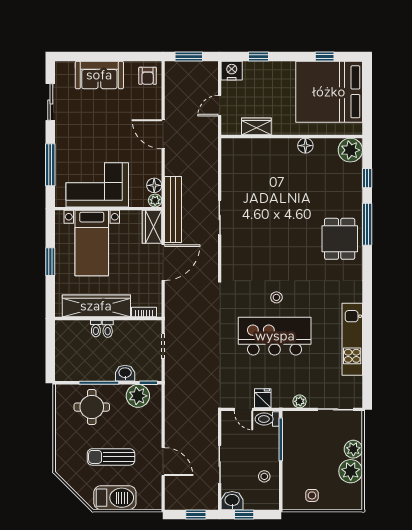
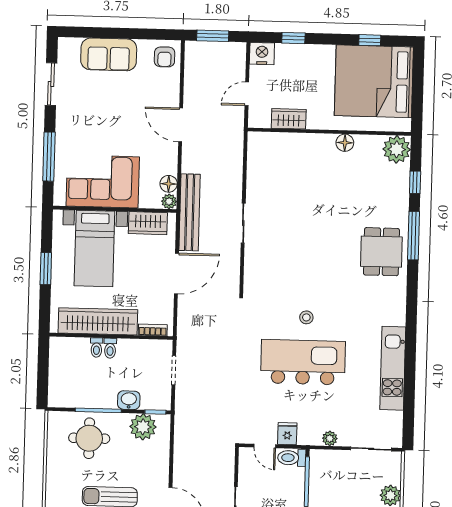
wardrobe: (152, 227) -> (148, 223), moved, turned -90

